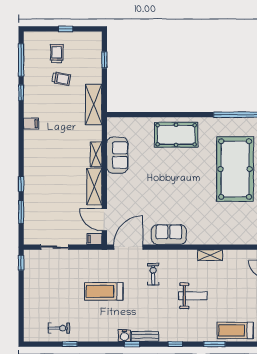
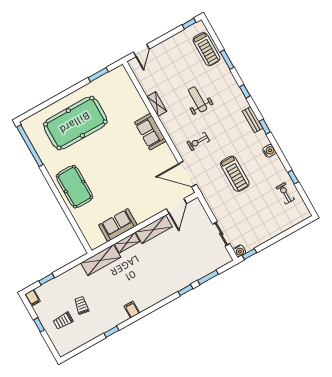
window: (21, 60) -> (85, 347), removed
shelving: (94, 104) -> (101, 260), moved
sofa: (169, 235) -> (150, 132), moved
filing cabinet: (94, 239) -> (33, 298), moved
water cooler: (29, 255) -> (240, 251), added
water cooler: (124, 336) -> (269, 151), moved

